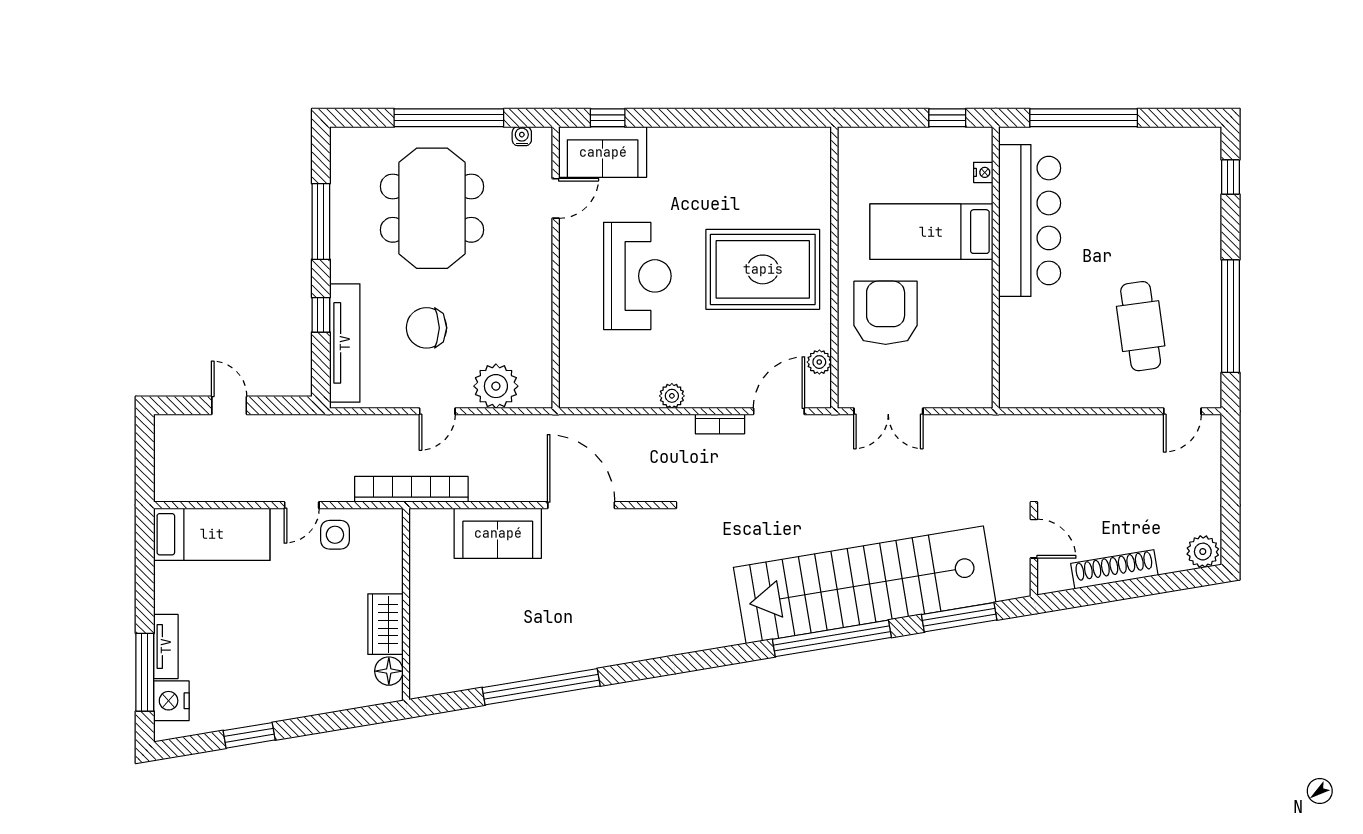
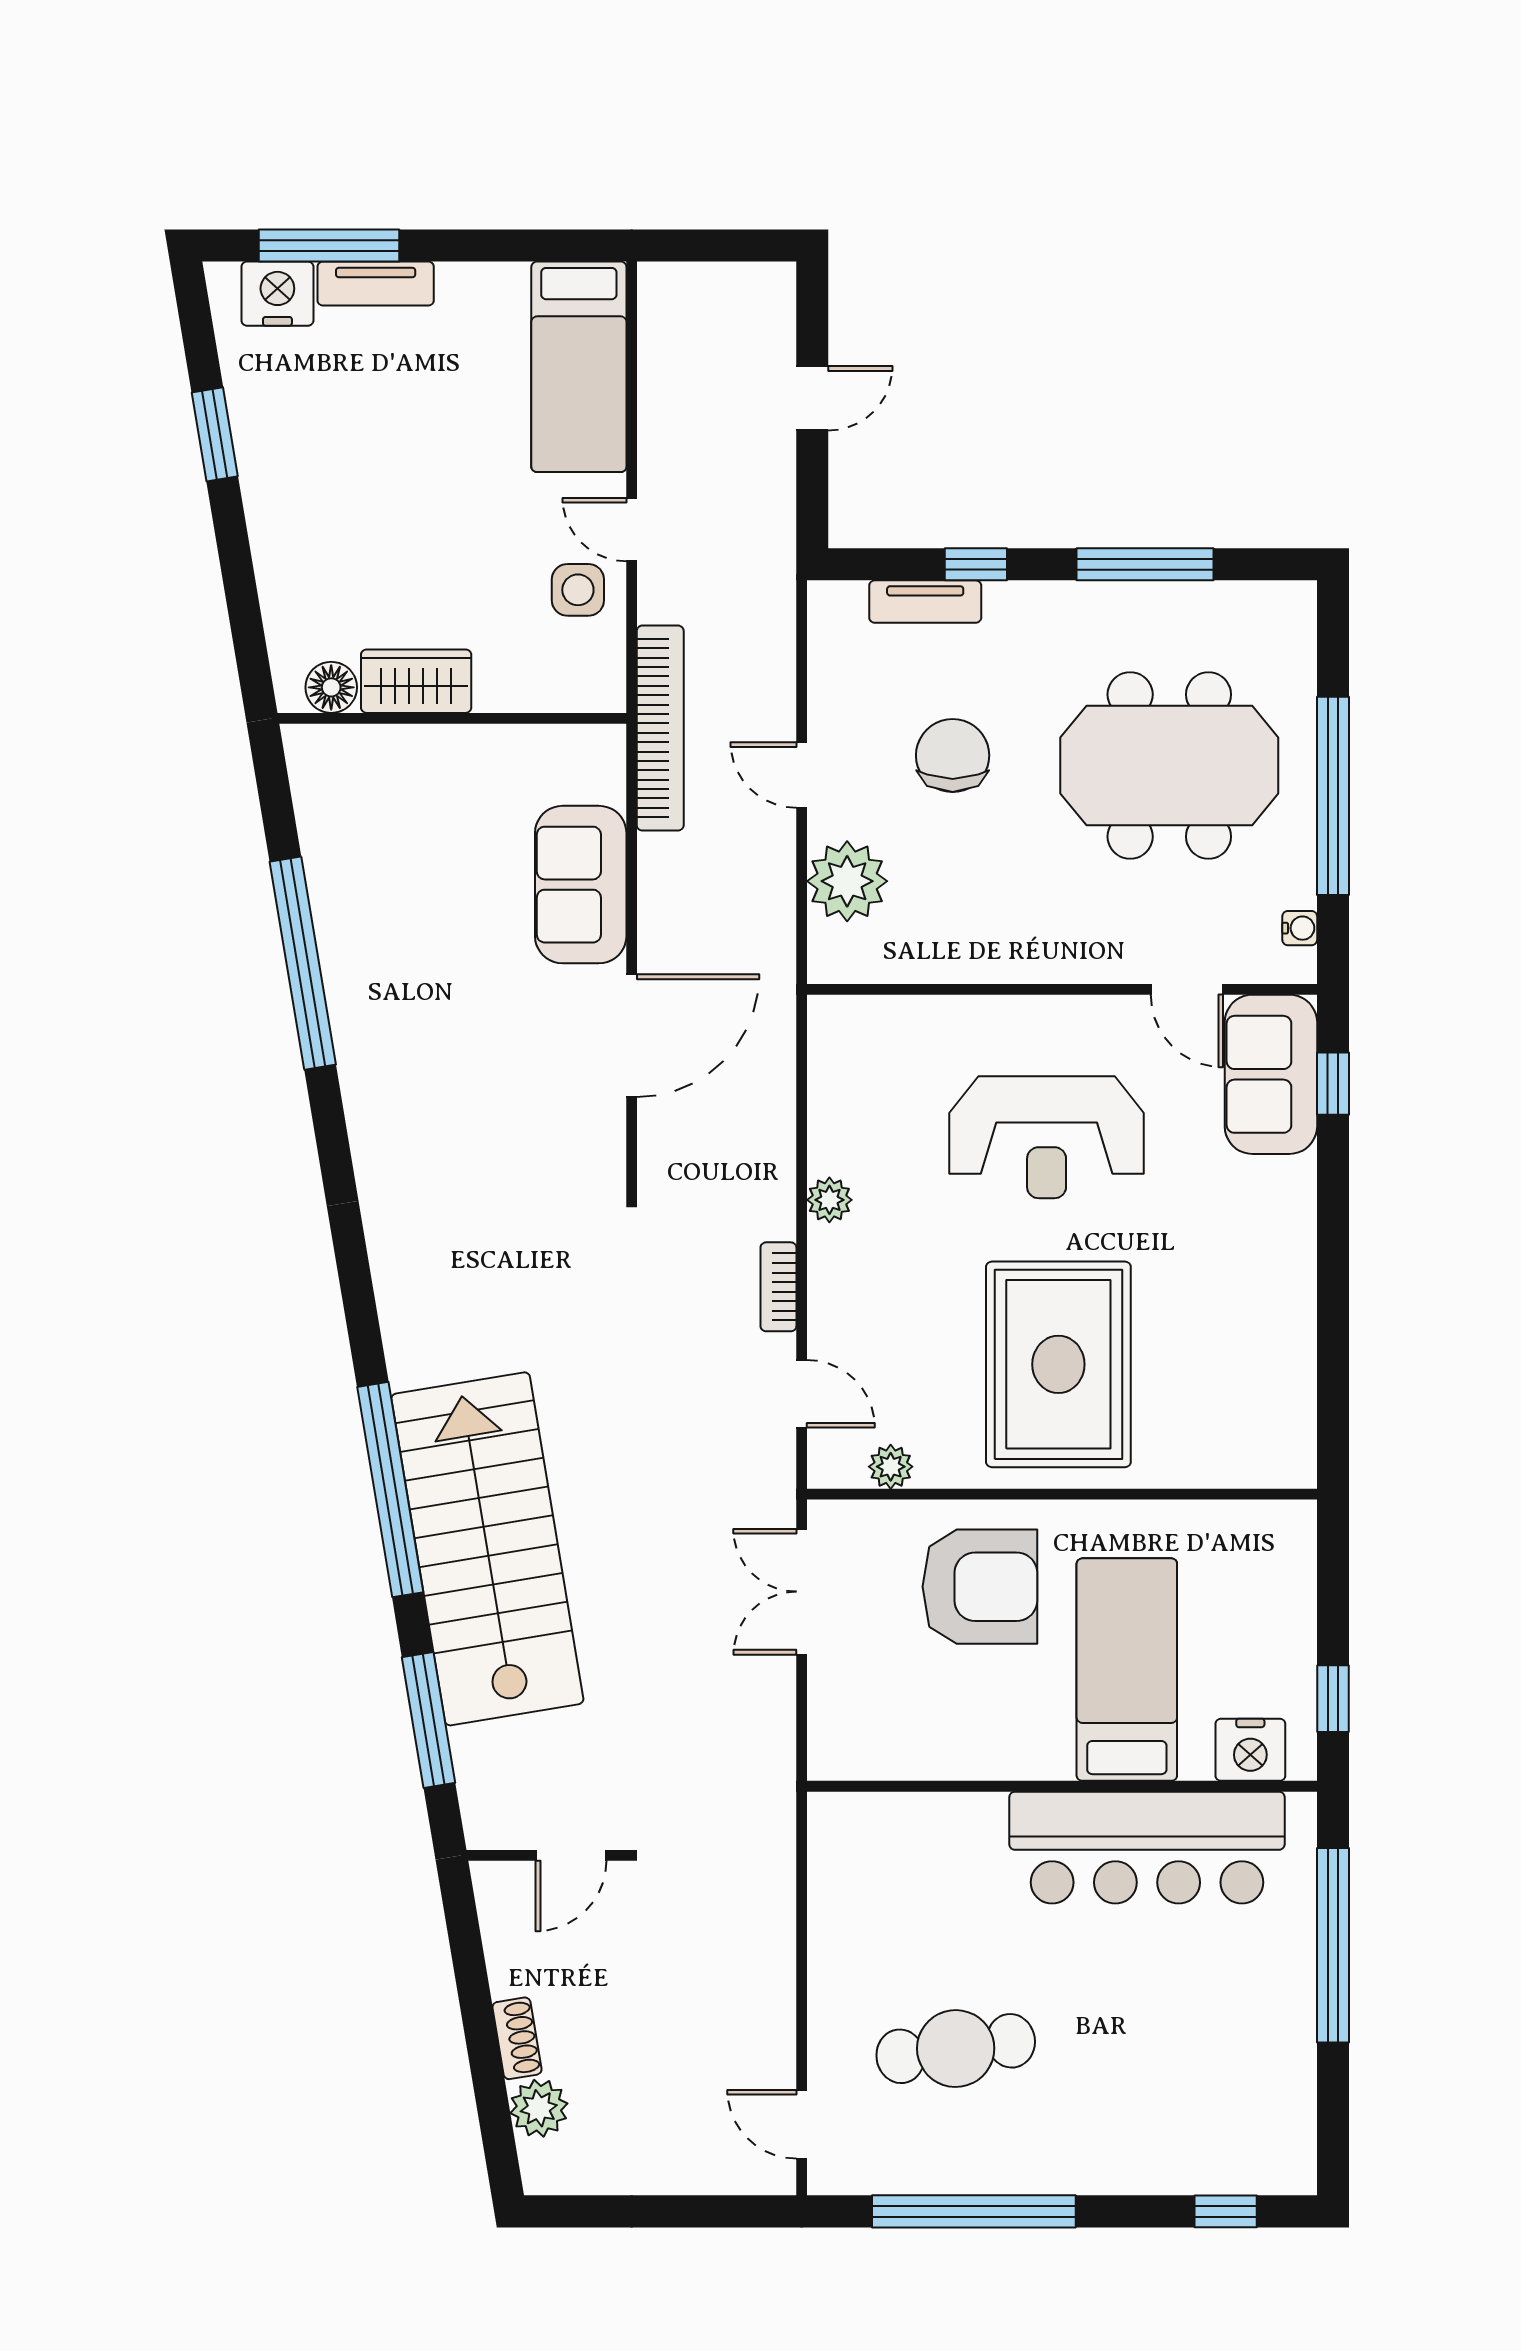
nightstand: (983, 172) -> (1250, 1750), width x1.89, depth x1.79
tv unit: (345, 343) -> (925, 602), width x0.52, depth x0.78
door: (779, 411) -> (802, 1394), width x0.73
plant: (1203, 552) -> (539, 2108), moved
shoe rack: (1114, 569) -> (517, 2038), width x0.51, depth x0.81
stairs: (865, 585) -> (487, 1549), width x0.73

